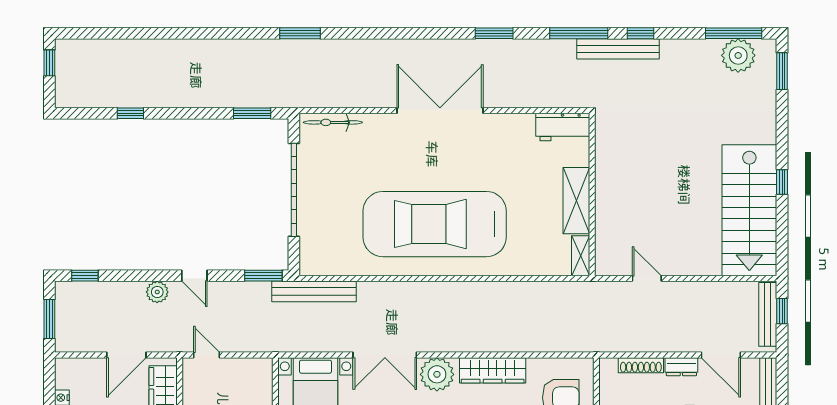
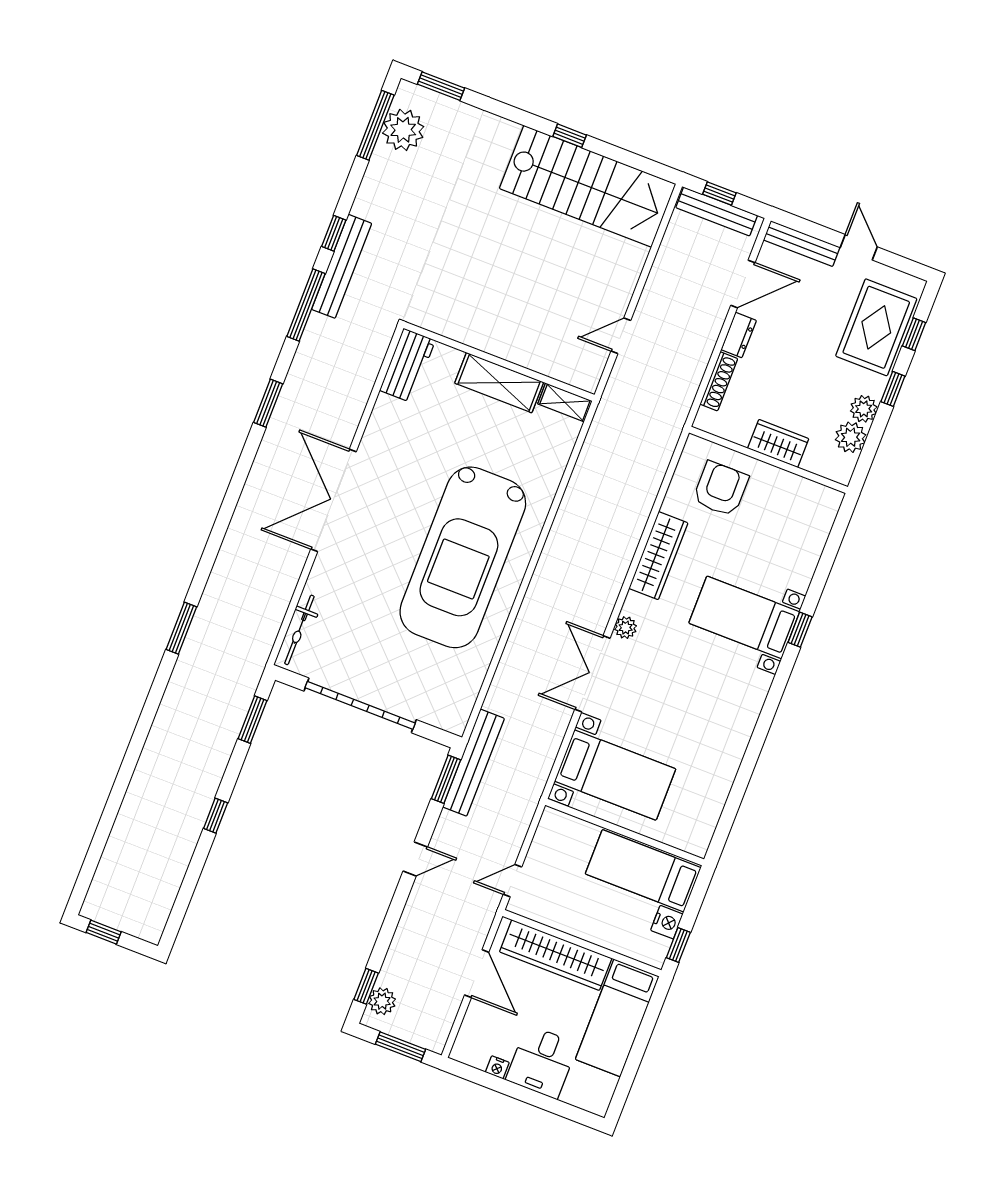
window: (130, 113) -> (216, 816), moved
bench: (314, 291) -> (473, 763), moved
plant: (157, 292) -> (382, 1001), moved
double door: (385, 355) -> (592, 674), swing flipped
plant: (437, 374) -> (626, 628), width x0.53, depth x0.53

